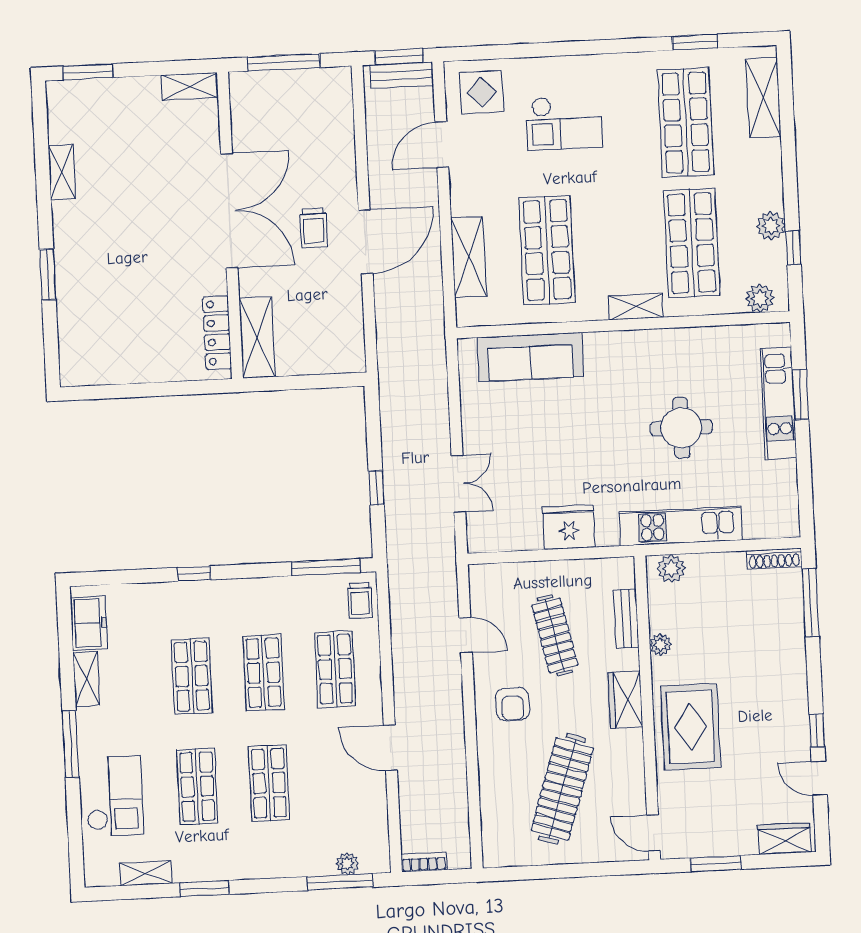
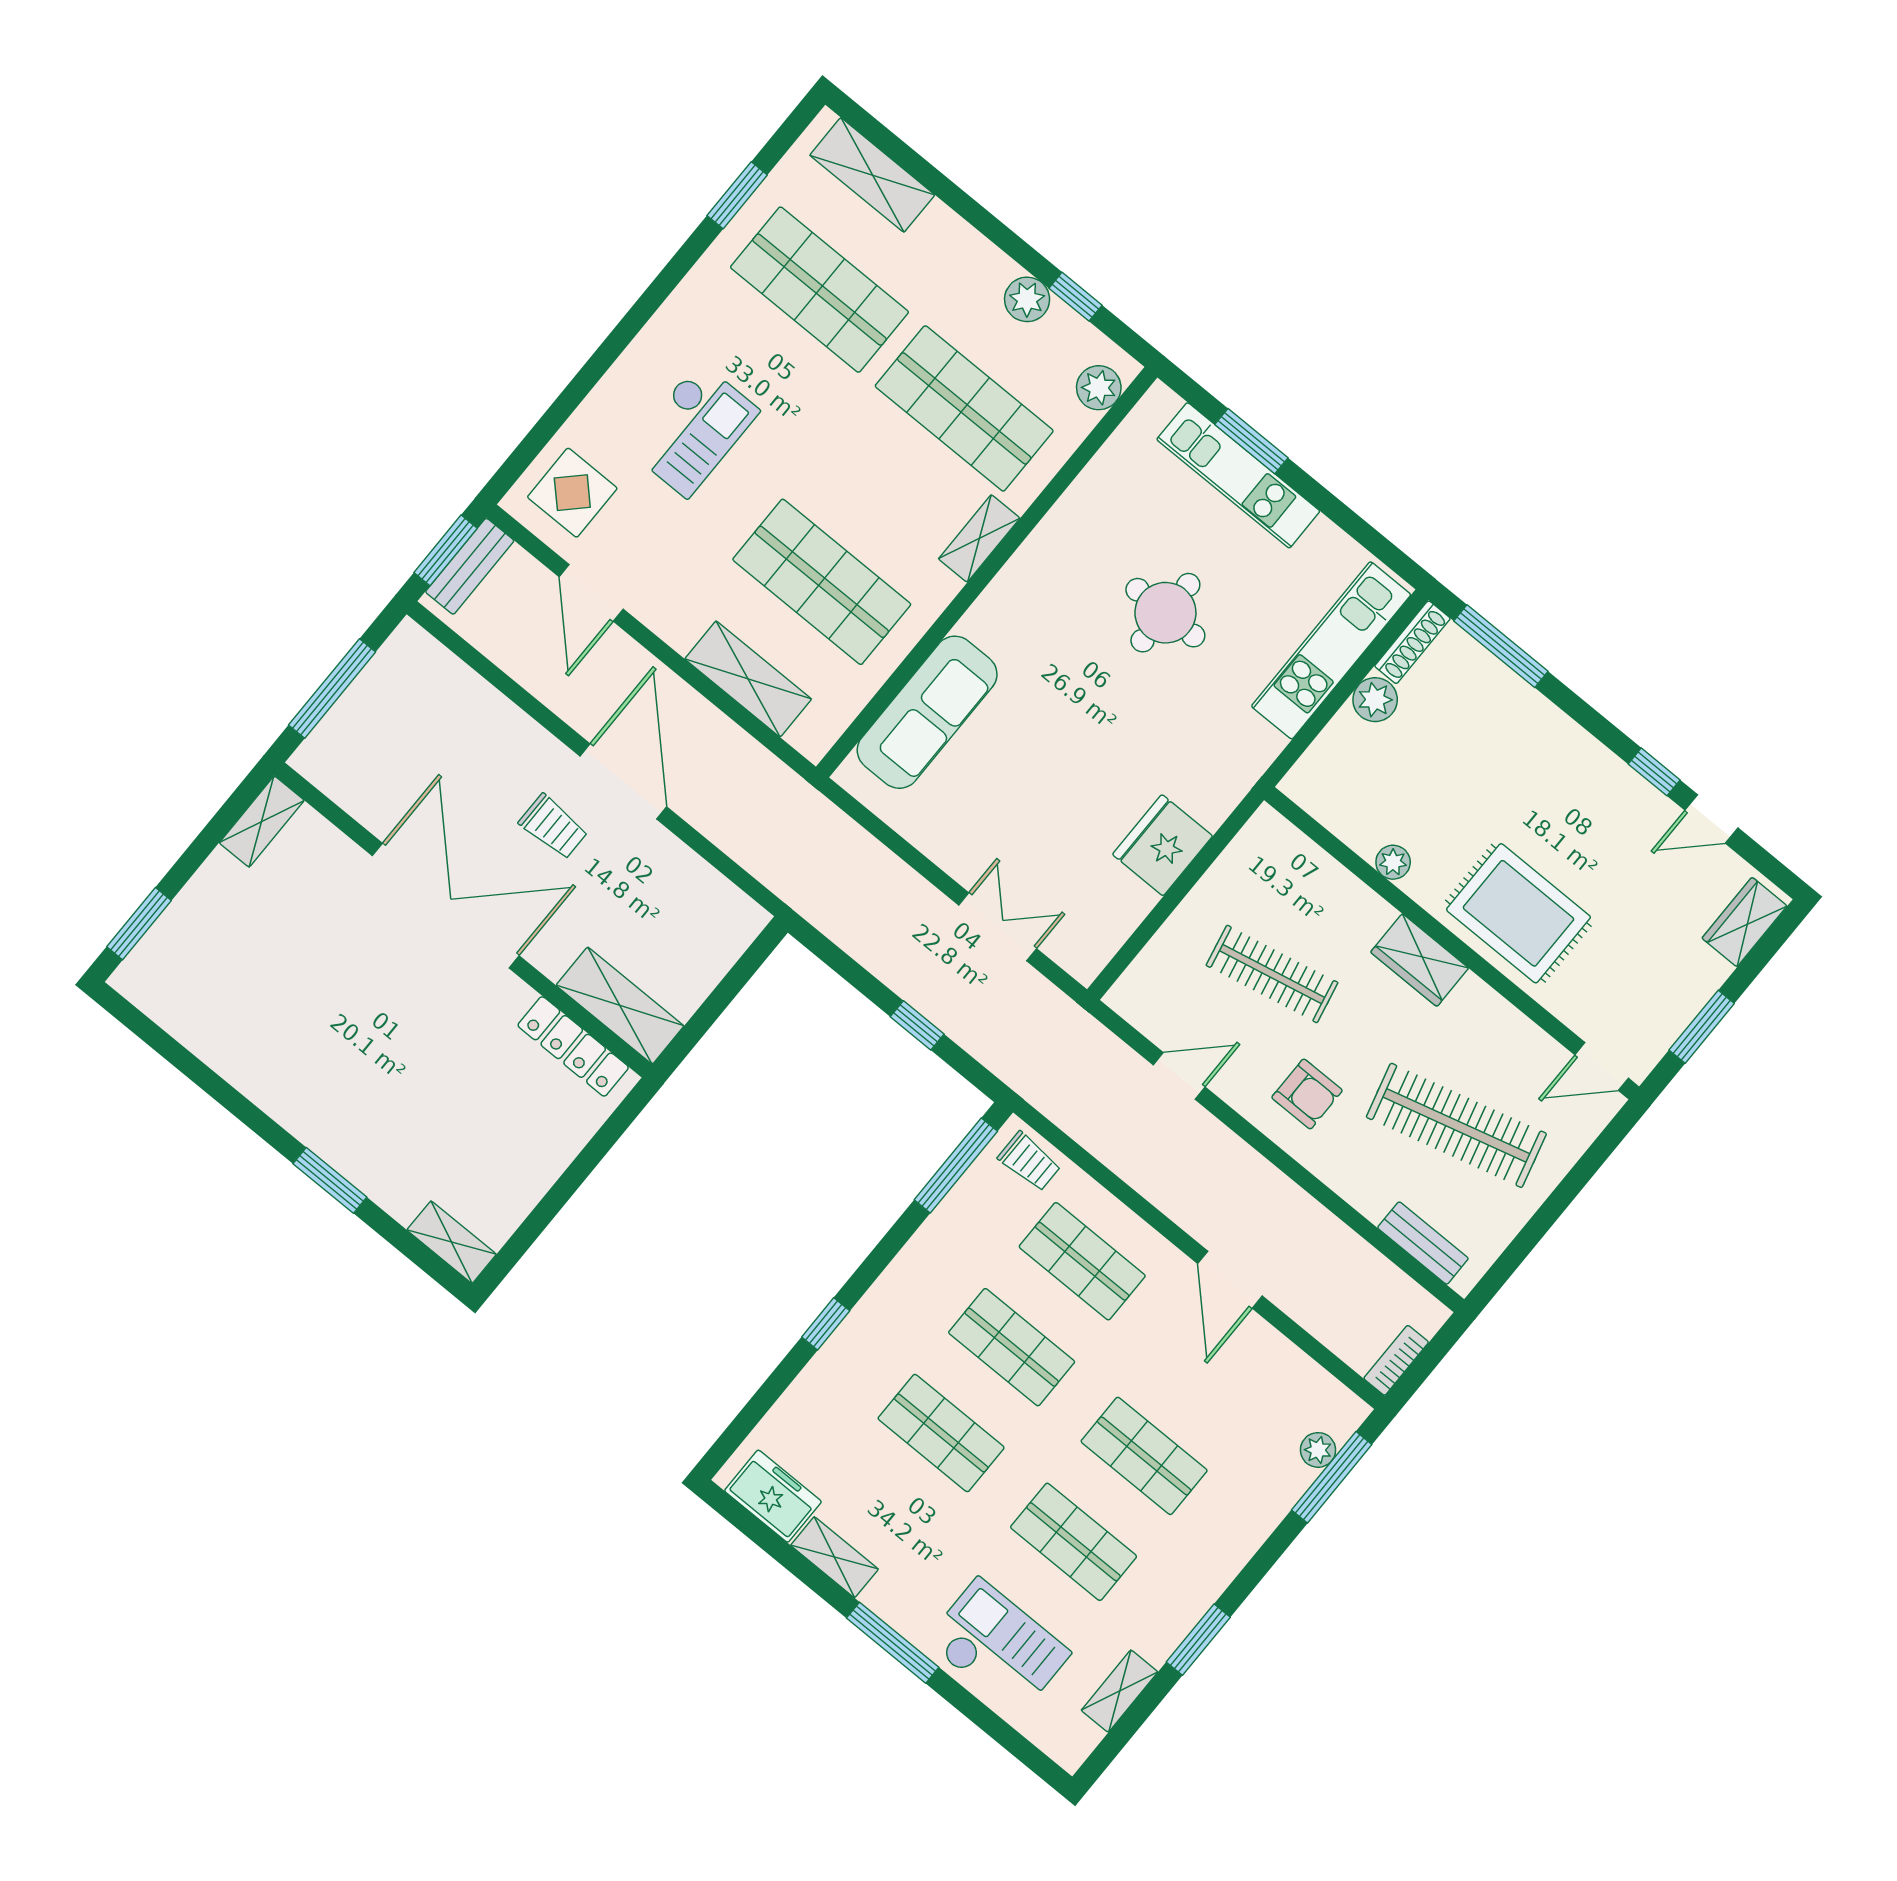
shelving: (62, 172) -> (452, 1242), moved
kitchen unit: (680, 526) -> (1331, 650), moved
plant: (671, 569) -> (1375, 700), moved
bench: (626, 619) -> (1423, 1243), moved
door: (390, 748) -> (1230, 1280), hinge flipped
clothes rail: (562, 789) -> (1456, 1125), turned -33

